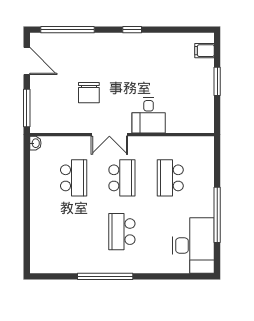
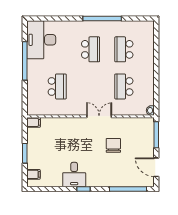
desk: (149, 115) -> (74, 175), moved, turned 180
filing cabinet: (204, 126) -> (34, 122), added
school desk: (122, 178) -> (124, 49), moved

